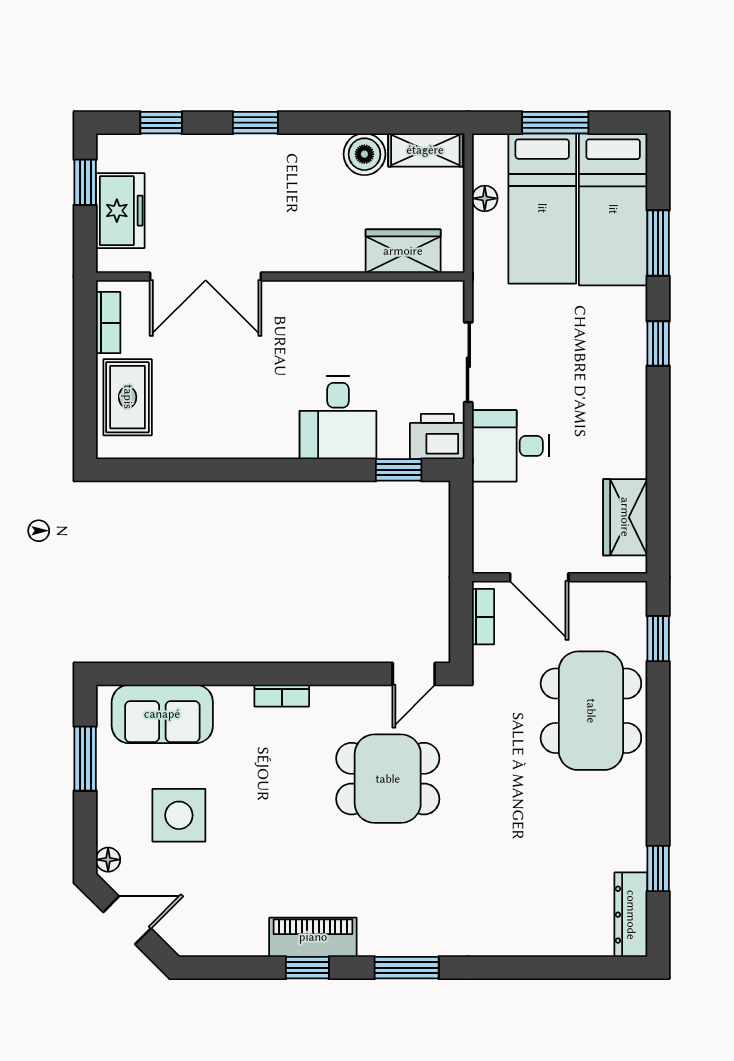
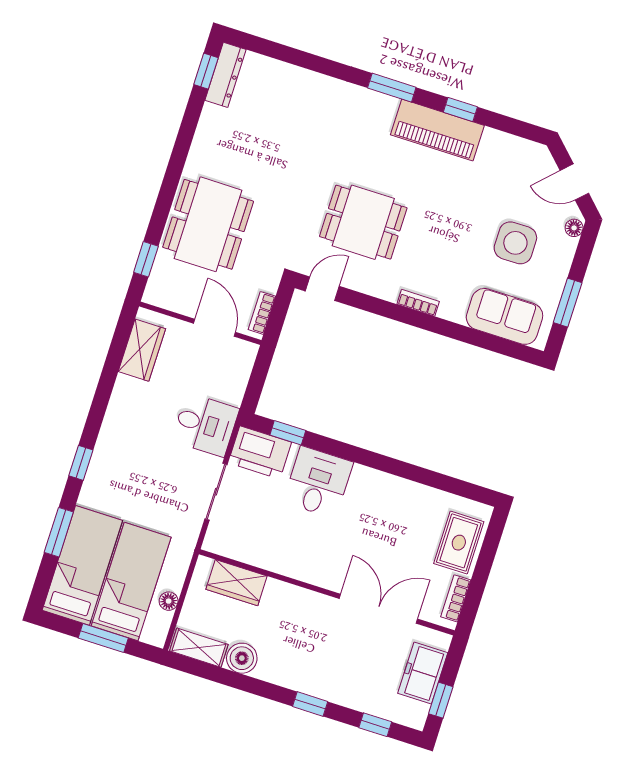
printer: (437, 436) -> (260, 453), width x1.37, depth x1.19
window: (658, 869) -> (206, 71), moved
piano: (313, 937) -> (437, 130), width x1.37, depth x1.33

